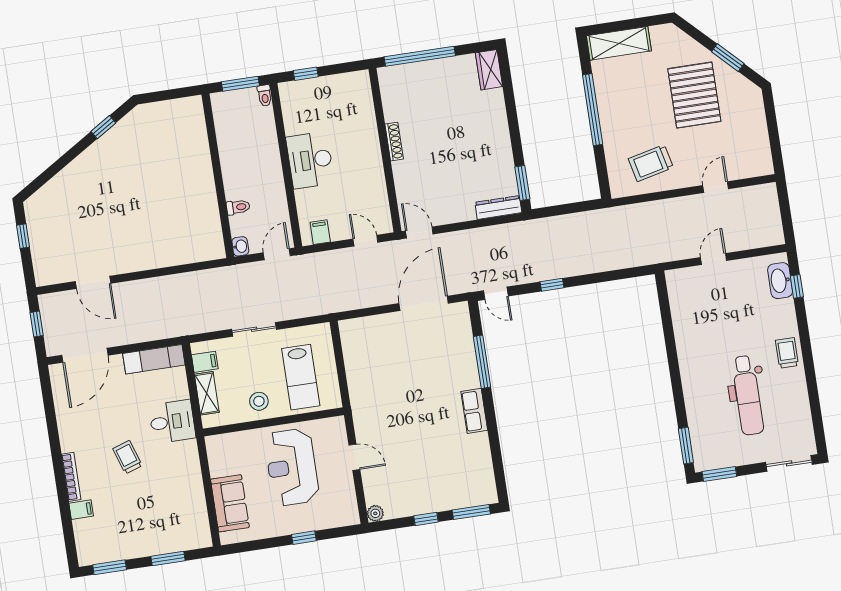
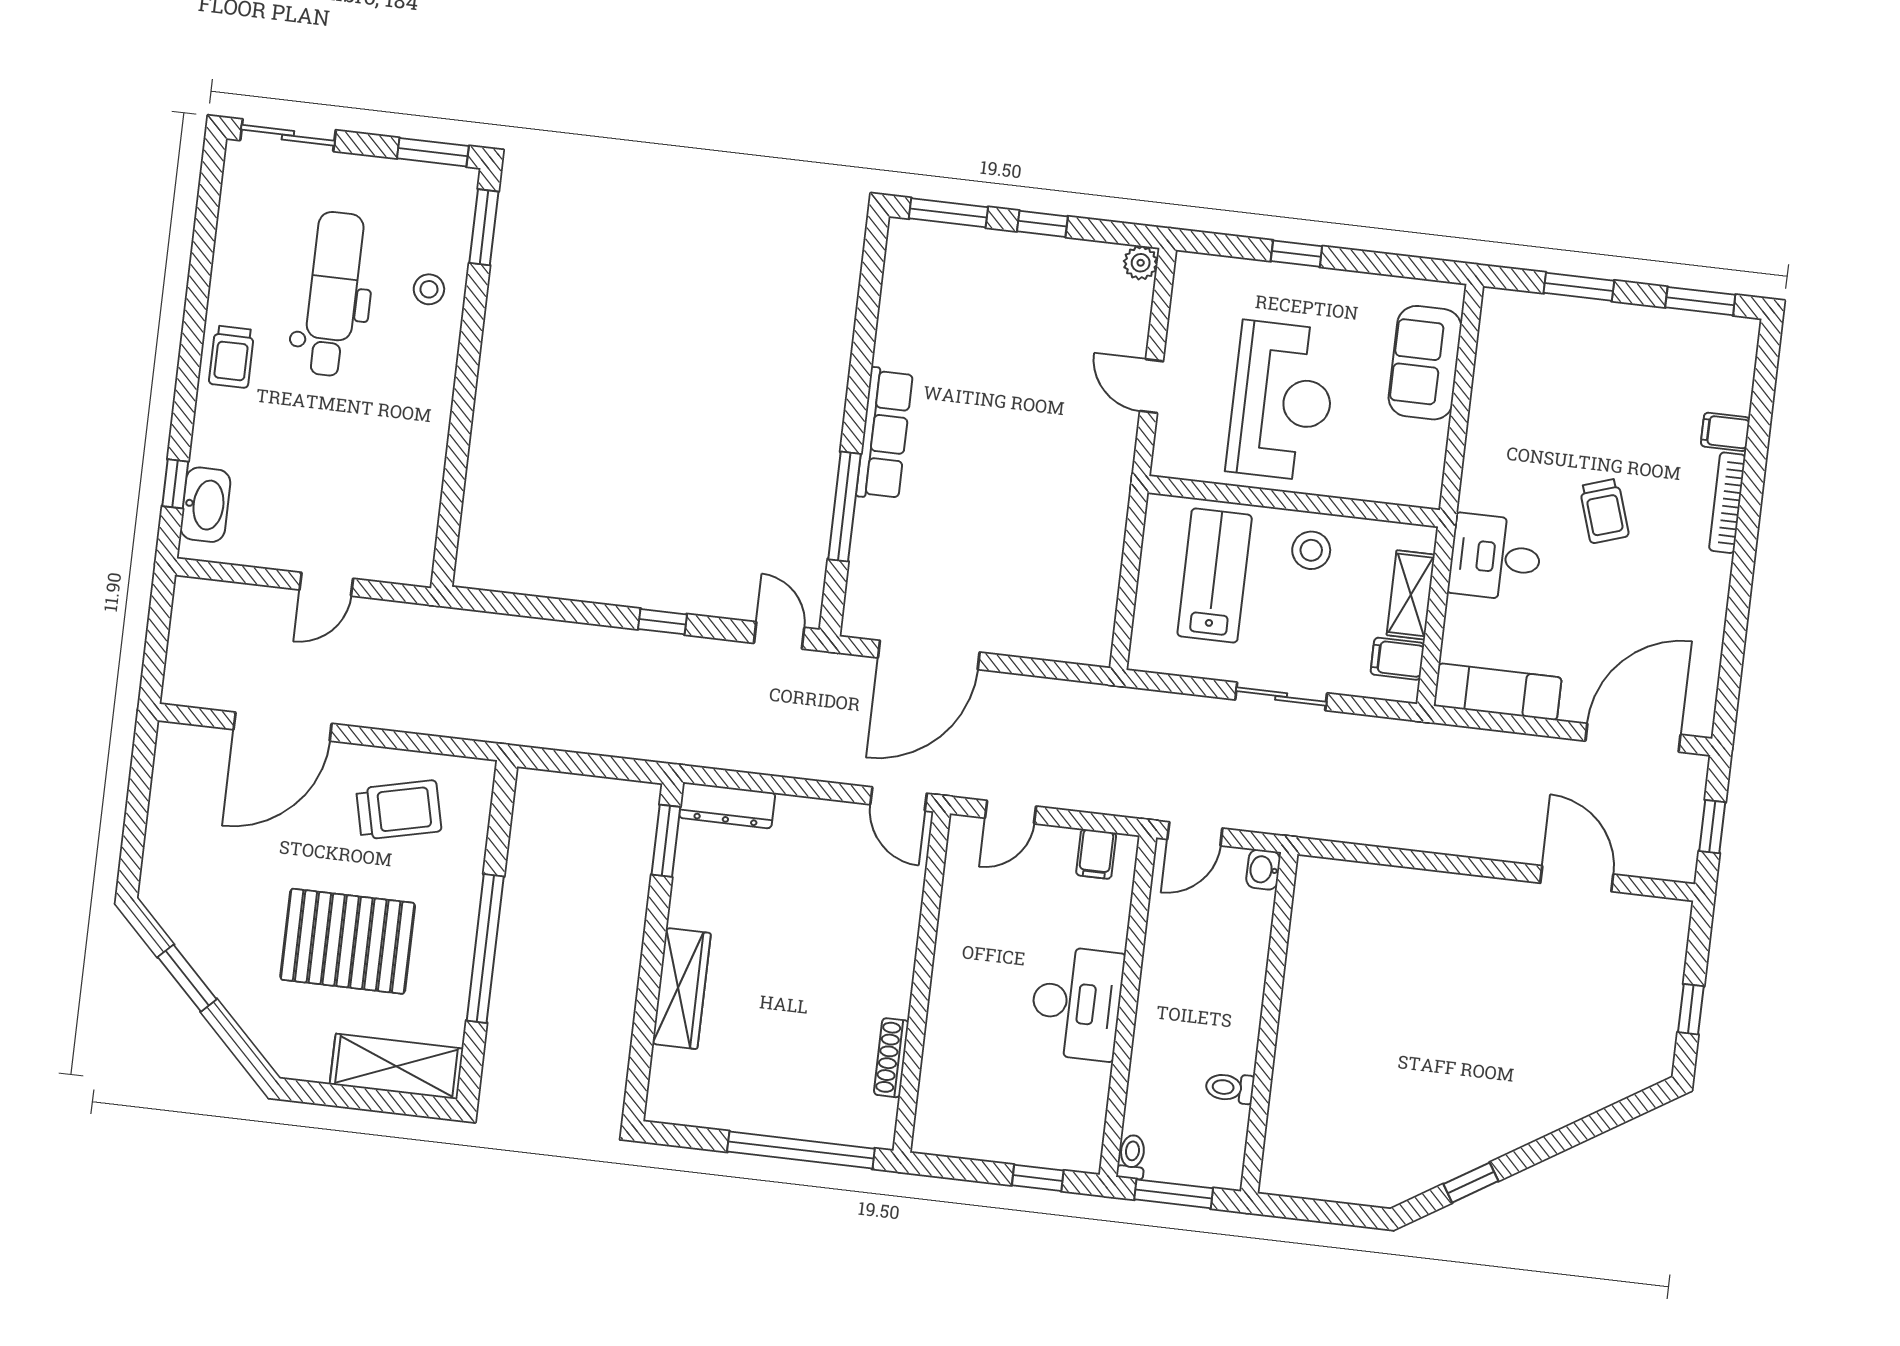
wardrobe: (489, 70) -> (682, 989), moved, width x1.50
pallet: (694, 95) -> (348, 941), moved, turned 90
shoe rack: (394, 142) -> (891, 1058), moved
door: (716, 187) -> (283, 727), width x1.88
toilet: (238, 207) -> (1230, 1088), moved
door: (365, 241) -> (1011, 812), hinge flipped
stool: (704, 410) -> (429, 289), added
row of seats: (474, 411) -> (884, 434), width x1.48

